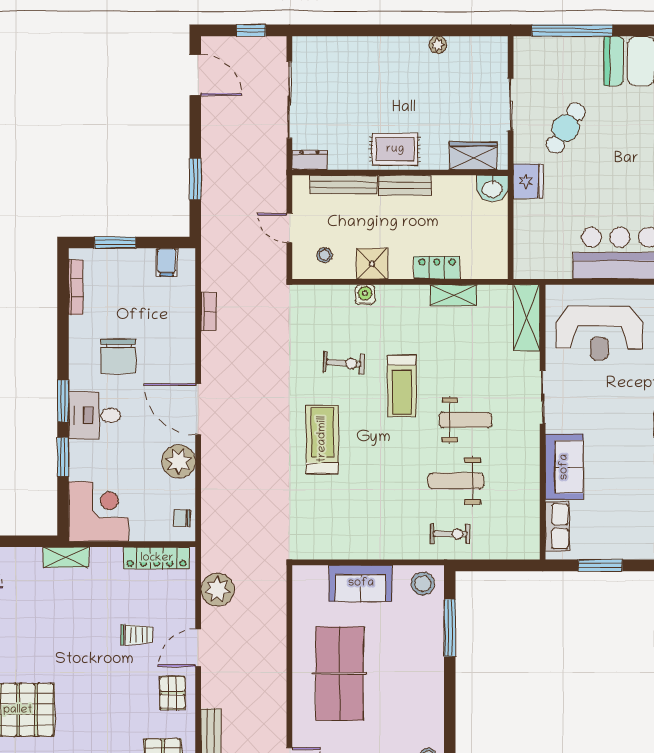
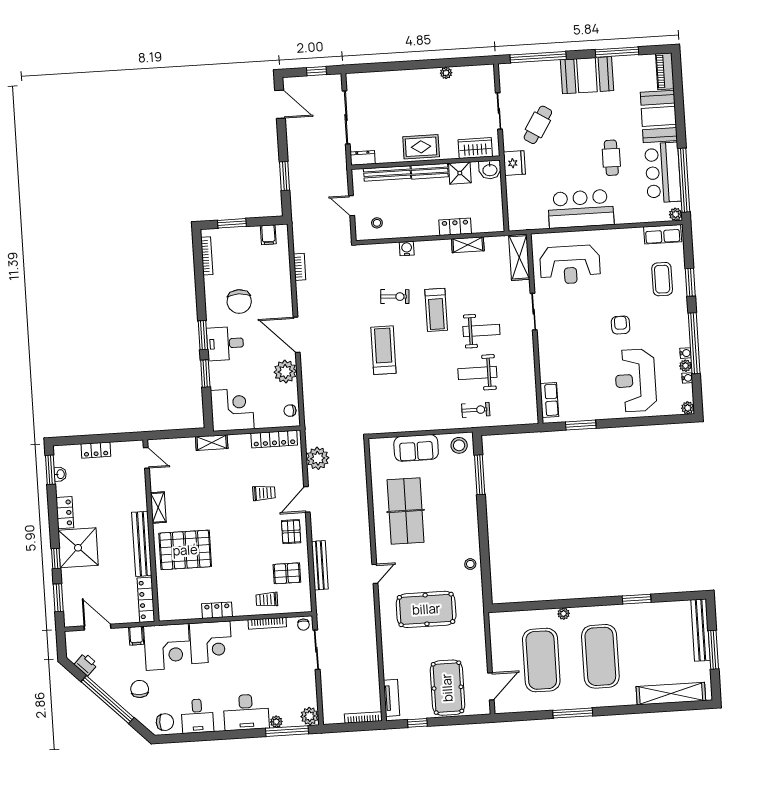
shower: (372, 264) -> (460, 173), moved
sofa: (564, 467) -> (552, 359), removed

